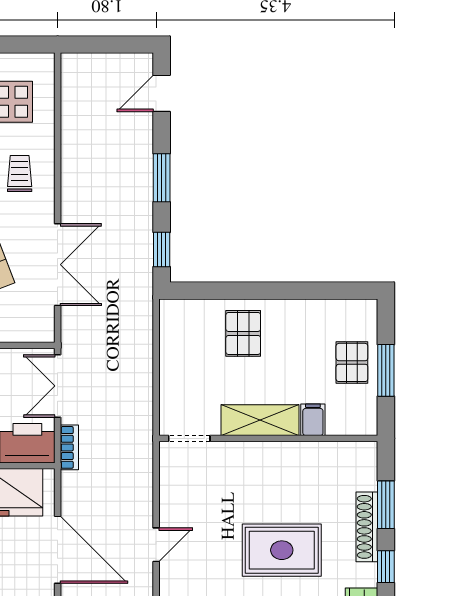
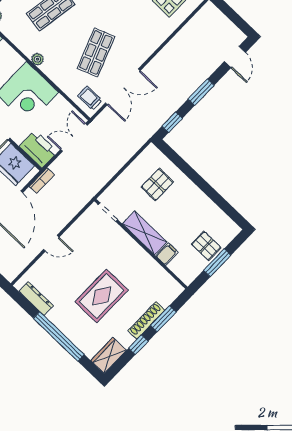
door: (162, 93) -> (235, 57), swing flipped
trolley: (20, 174) -> (90, 98), moved, turned -90
pallet: (243, 333) -> (157, 184), moved
pallet: (352, 362) -> (206, 246), turned 90
bookcase: (69, 447) -> (42, 181), moved
rug: (282, 550) -> (102, 296), turned 90

